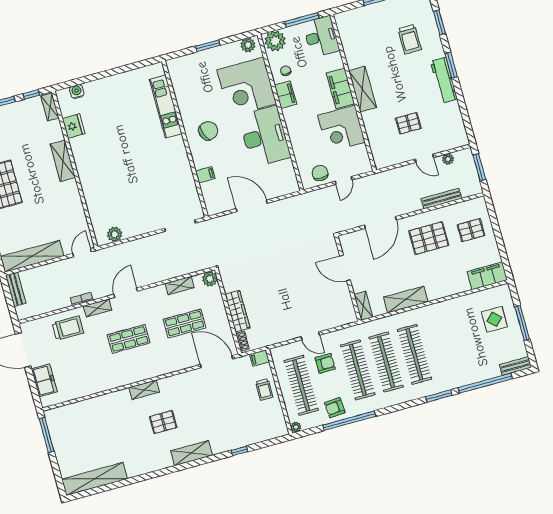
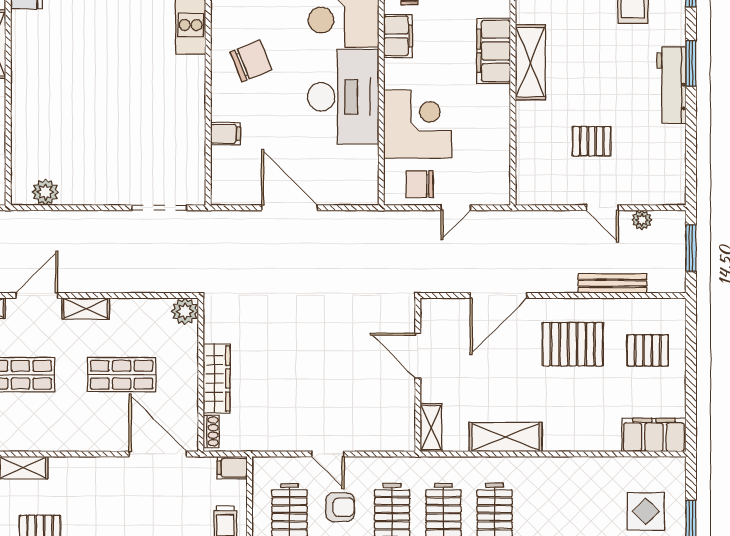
corner desk: (341, 129) -> (418, 124), moved, turned 180
chair: (320, 173) -> (420, 184), turned -90
shelving: (180, 286) -> (86, 309), moved

